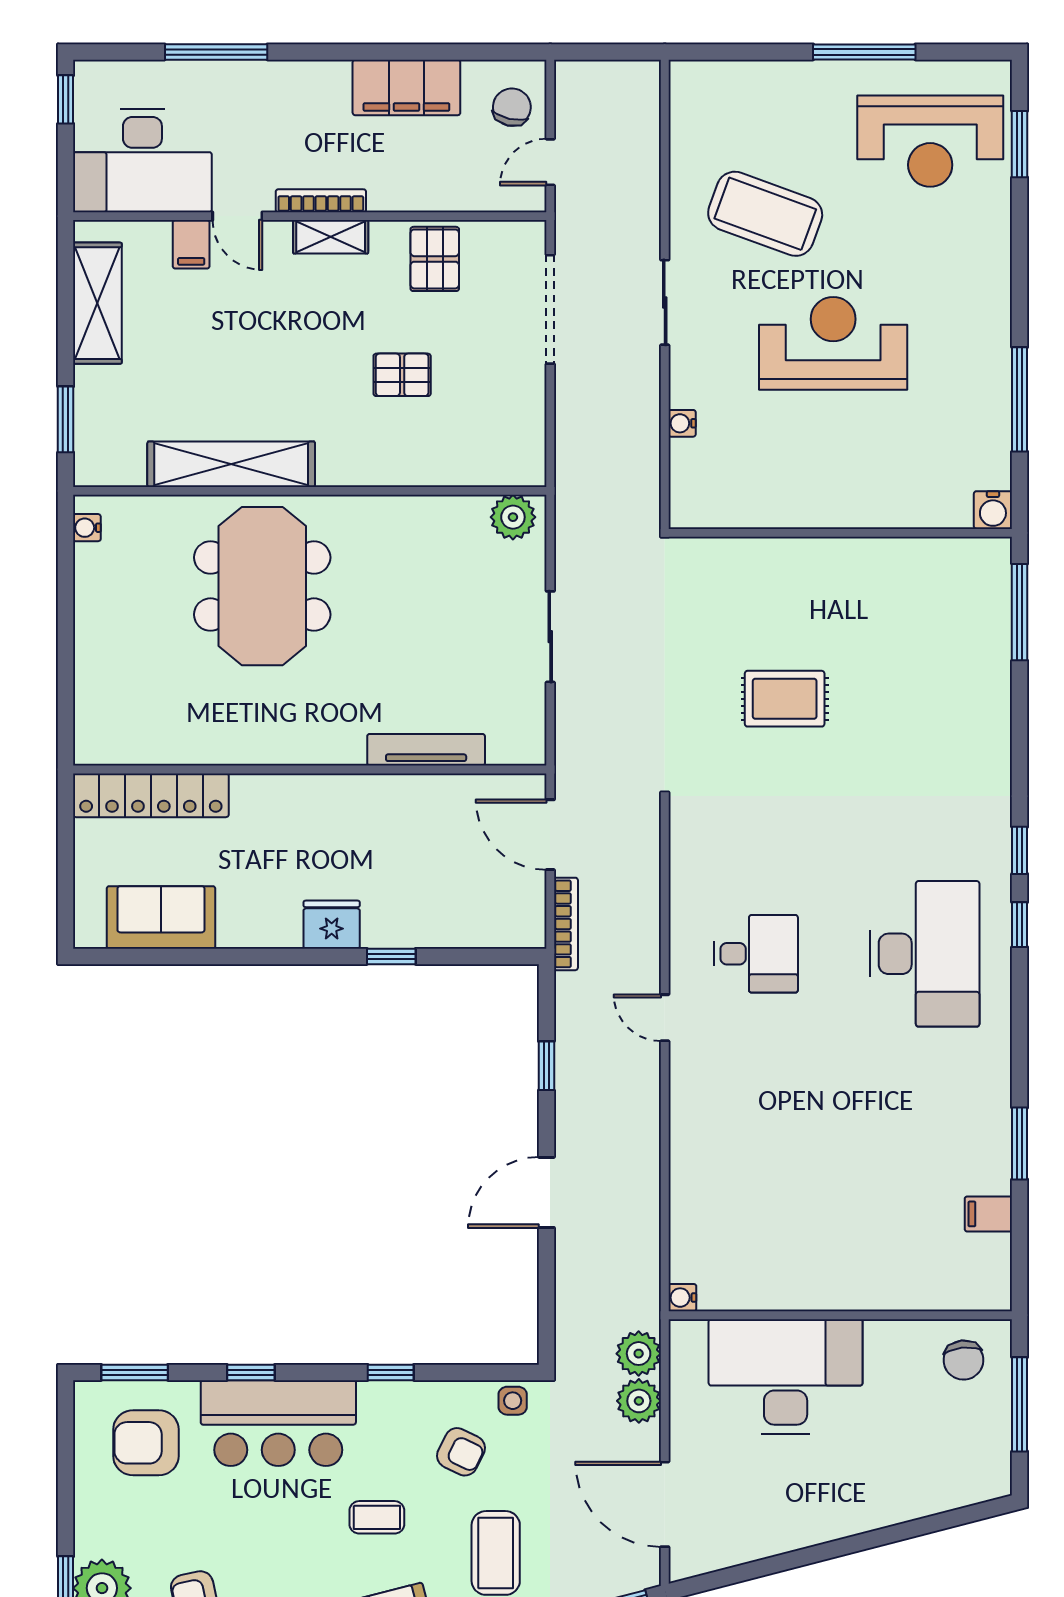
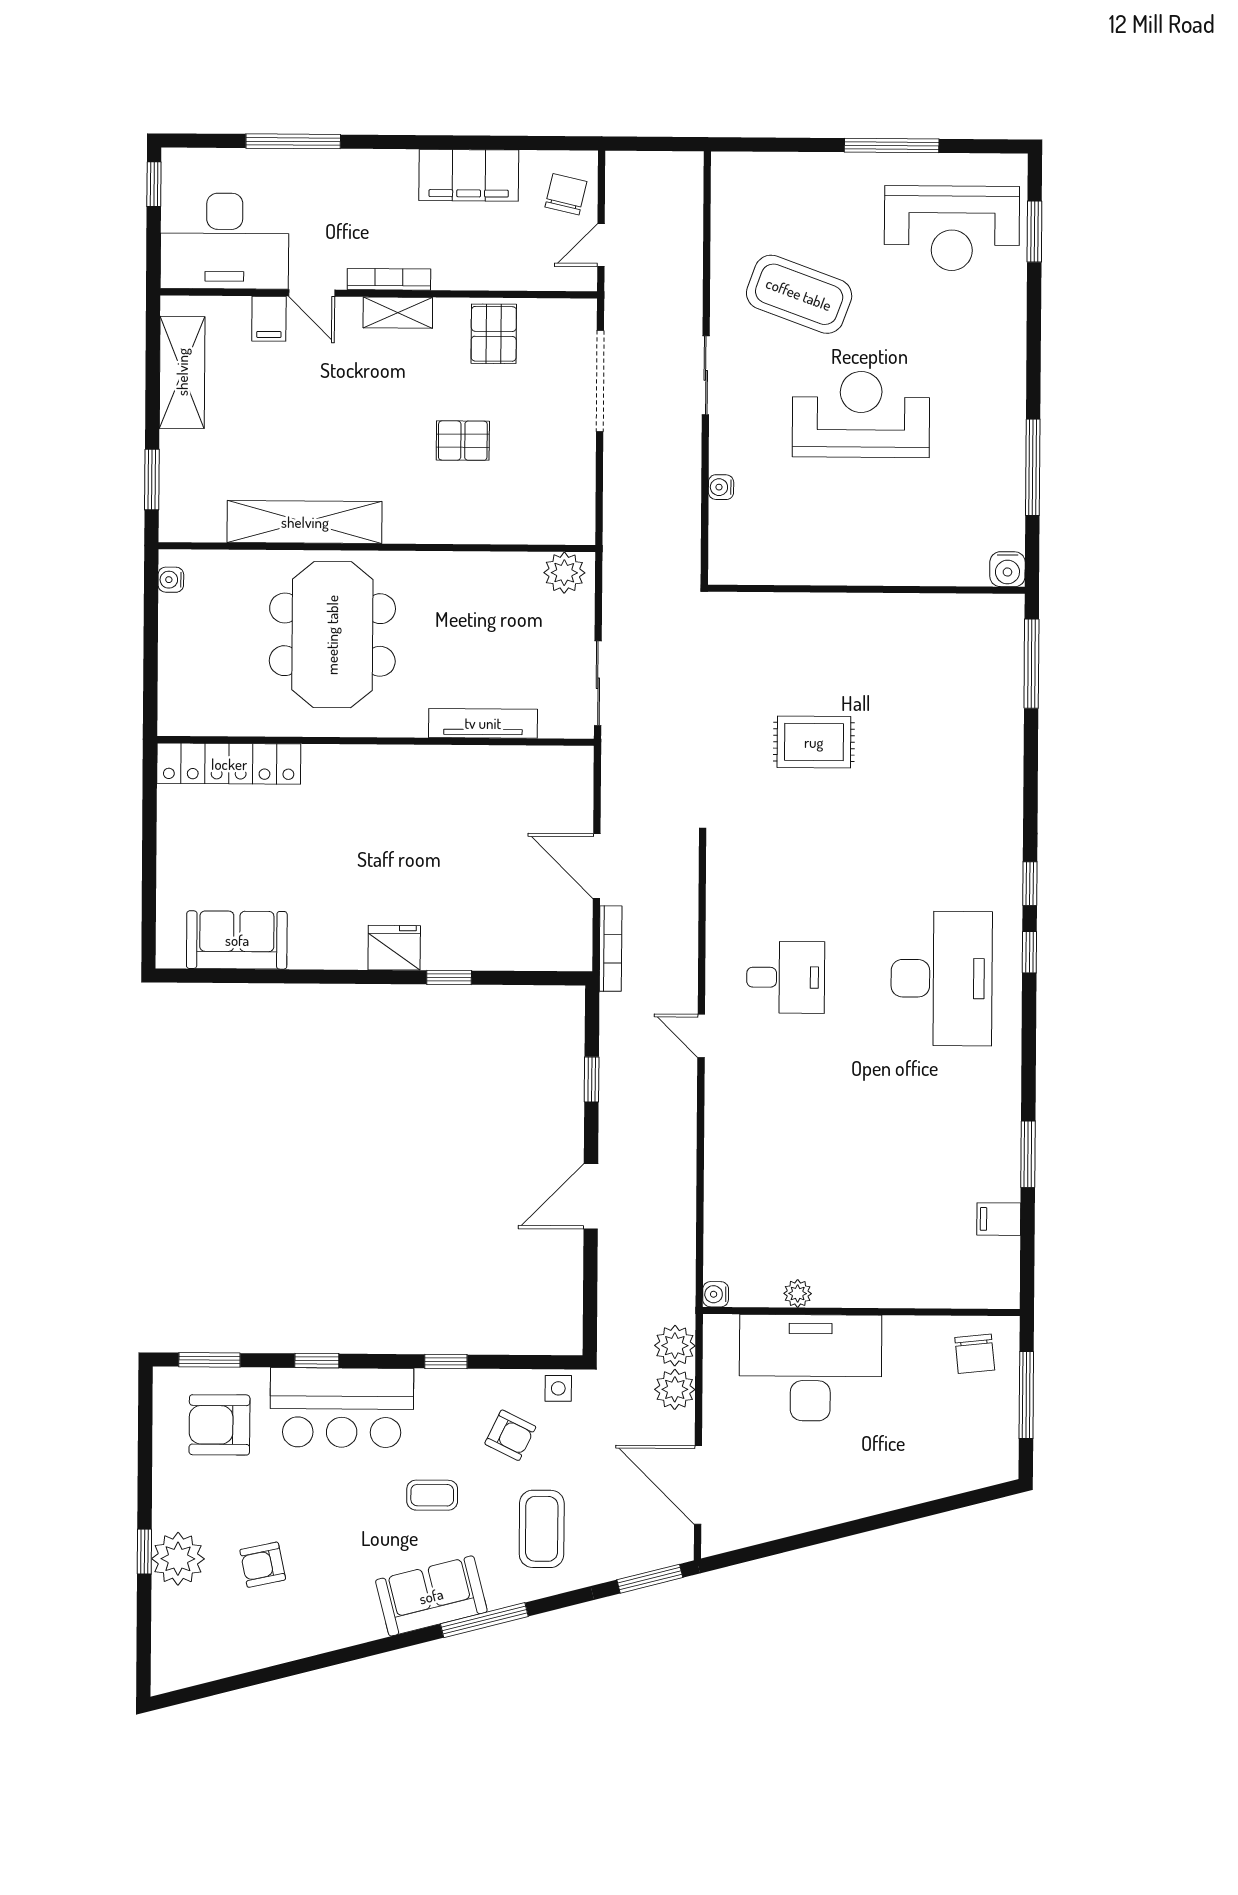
tv unit: (426, 750) -> (483, 723), moved
wall: (310, 769) -> (376, 741), moved
locker: (151, 795) -> (229, 764), moved
plant: (771, 1296) -> (798, 1293), added

